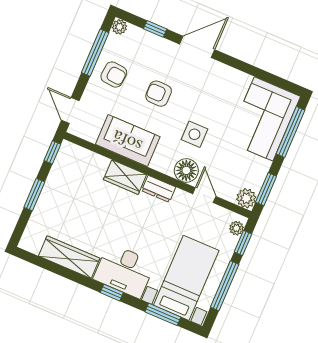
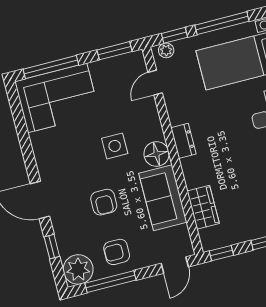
plant: (119, 27) -> (78, 269), width x1.87, depth x1.87
armchair: (114, 75) -> (117, 252), turned -95
floor lamp: (186, 170) -> (156, 154), moved
wardrobe: (125, 177) -> (203, 207), moved
door: (204, 195) -> (155, 83), moved
plant: (246, 198) -> (135, 61), removed

